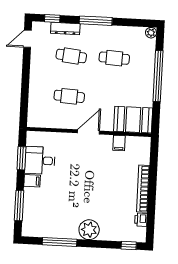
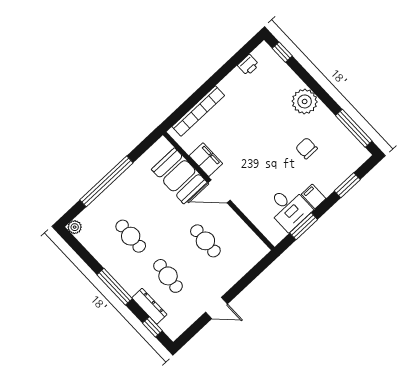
door: (27, 39) -> (216, 308), moved
booth: (133, 120) -> (179, 176), moved
filing cabinet: (119, 143) -> (206, 160), width x2.00
bookcase: (143, 189) -> (198, 111), moved
chair: (62, 204) -> (307, 148), added
window: (19, 205) -> (347, 185), width x0.69
window: (60, 242) -> (354, 128), moved

